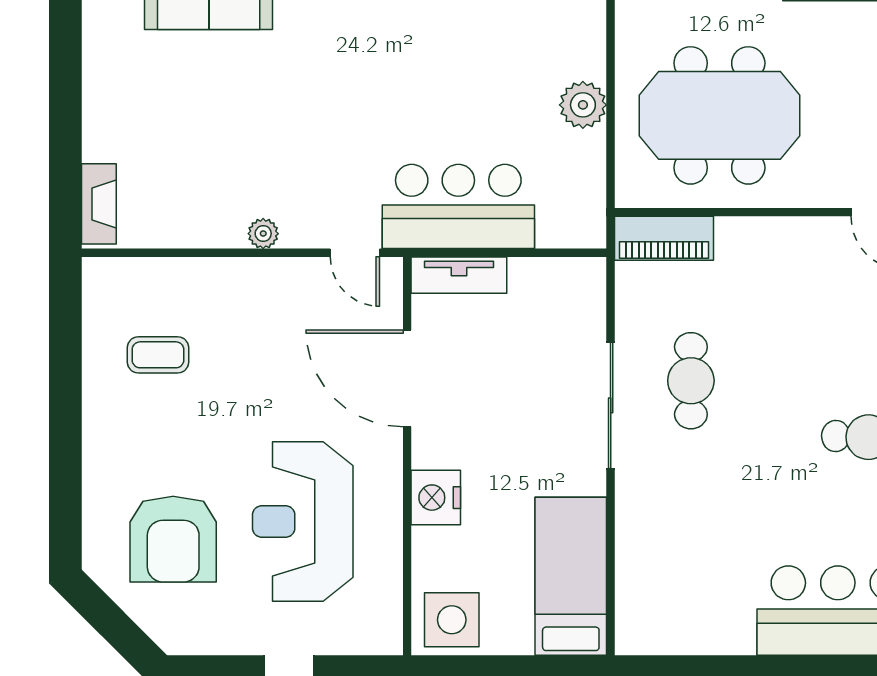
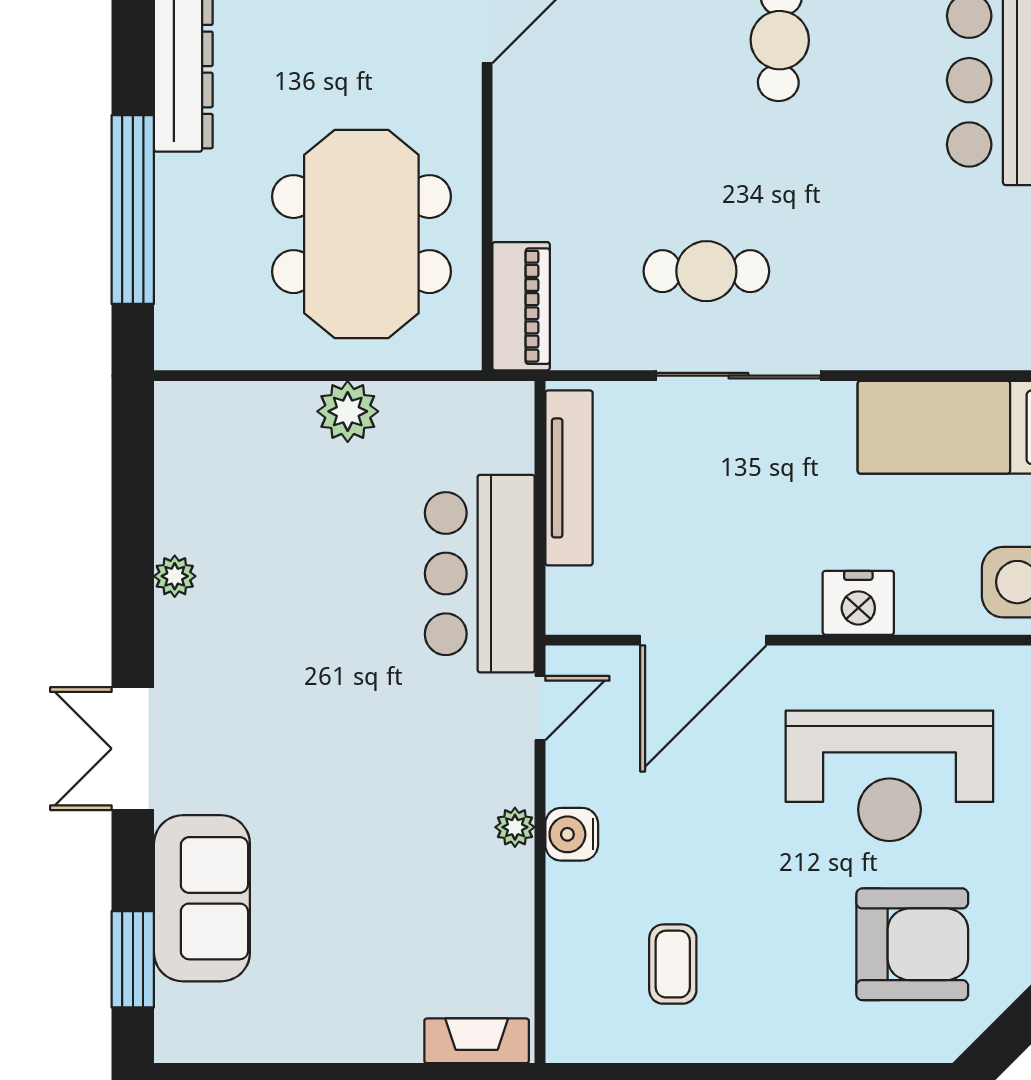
tv unit: (459, 275) -> (569, 478), moved, width x1.41
water cooler: (258, 277) -> (572, 834), added

